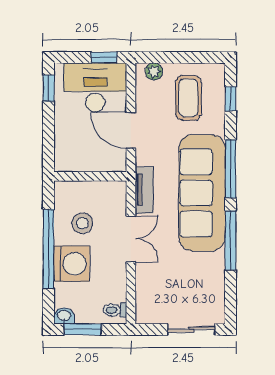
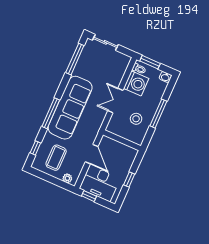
window: (48, 88) -> (129, 180), moved
tv unit: (144, 190) -> (98, 122), removed
window: (231, 240) -> (75, 59), moved
window: (48, 249) -> (158, 114), width x0.68
washing machine: (72, 264) -> (136, 83), moved, turned 180
window: (83, 329) -> (150, 62), moved

